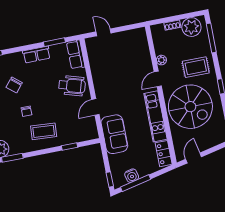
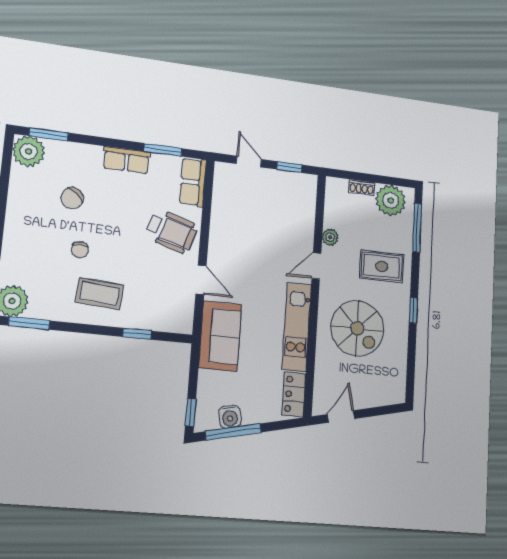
window: (127, 28) -> (290, 167), added
door: (95, 107) -> (201, 280), swing flipped
spiral stairs: (190, 107) -> (357, 328), width x0.73, depth x0.73

